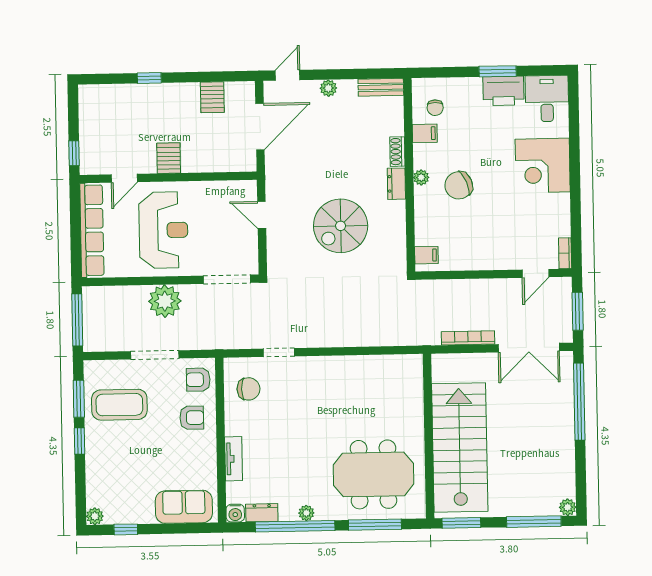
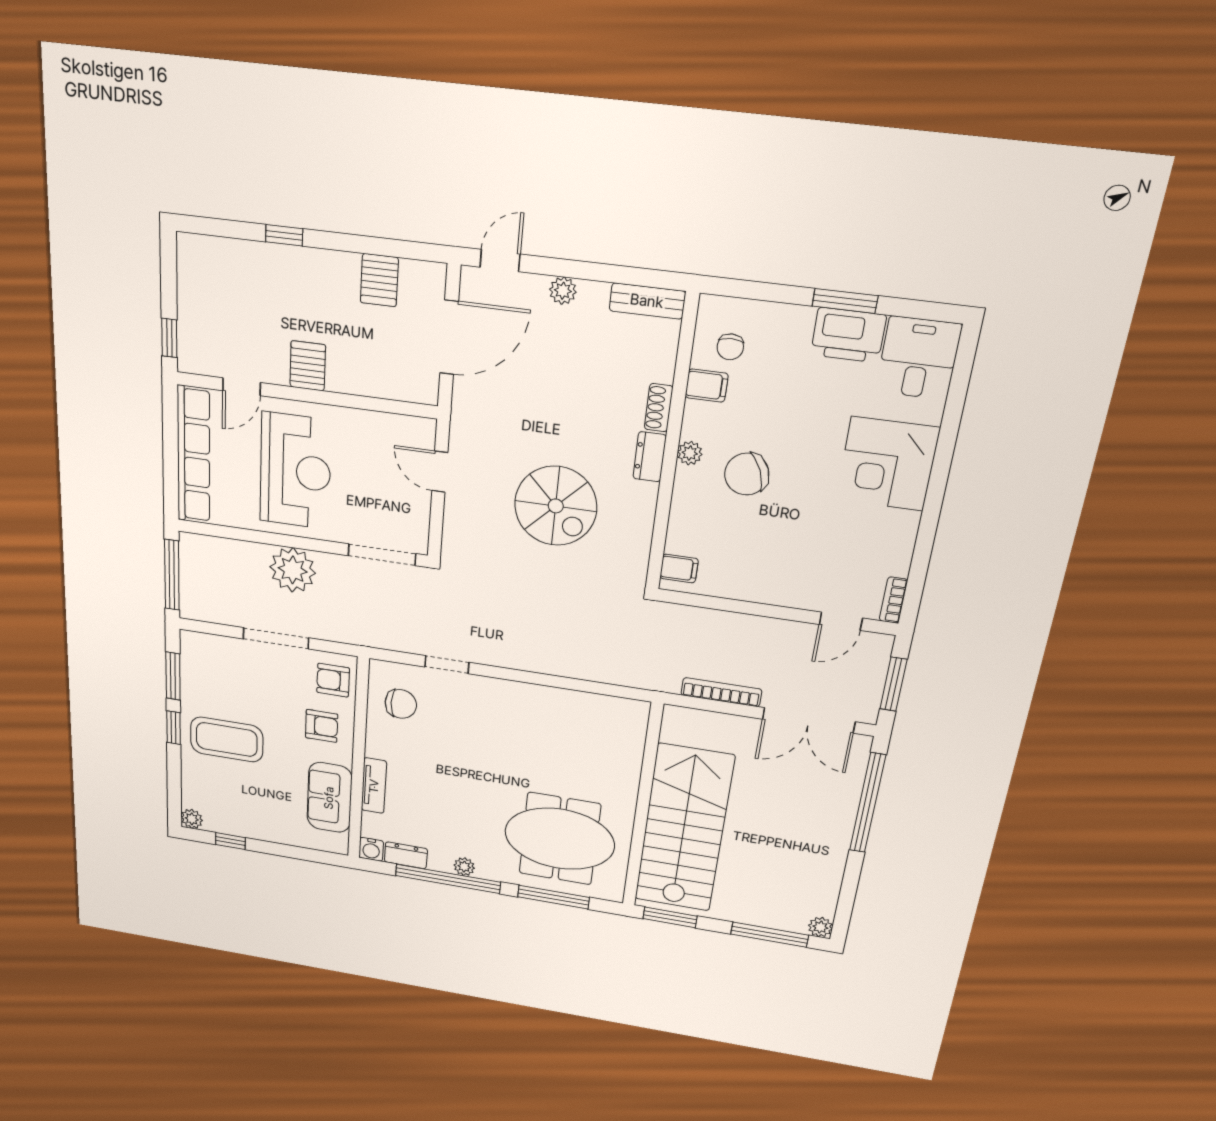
spiral stairs: (341, 226) -> (556, 506), turned -90
coffee table: (119, 405) -> (227, 739), moved
sofa: (184, 507) -> (329, 798), moved, turned -90

